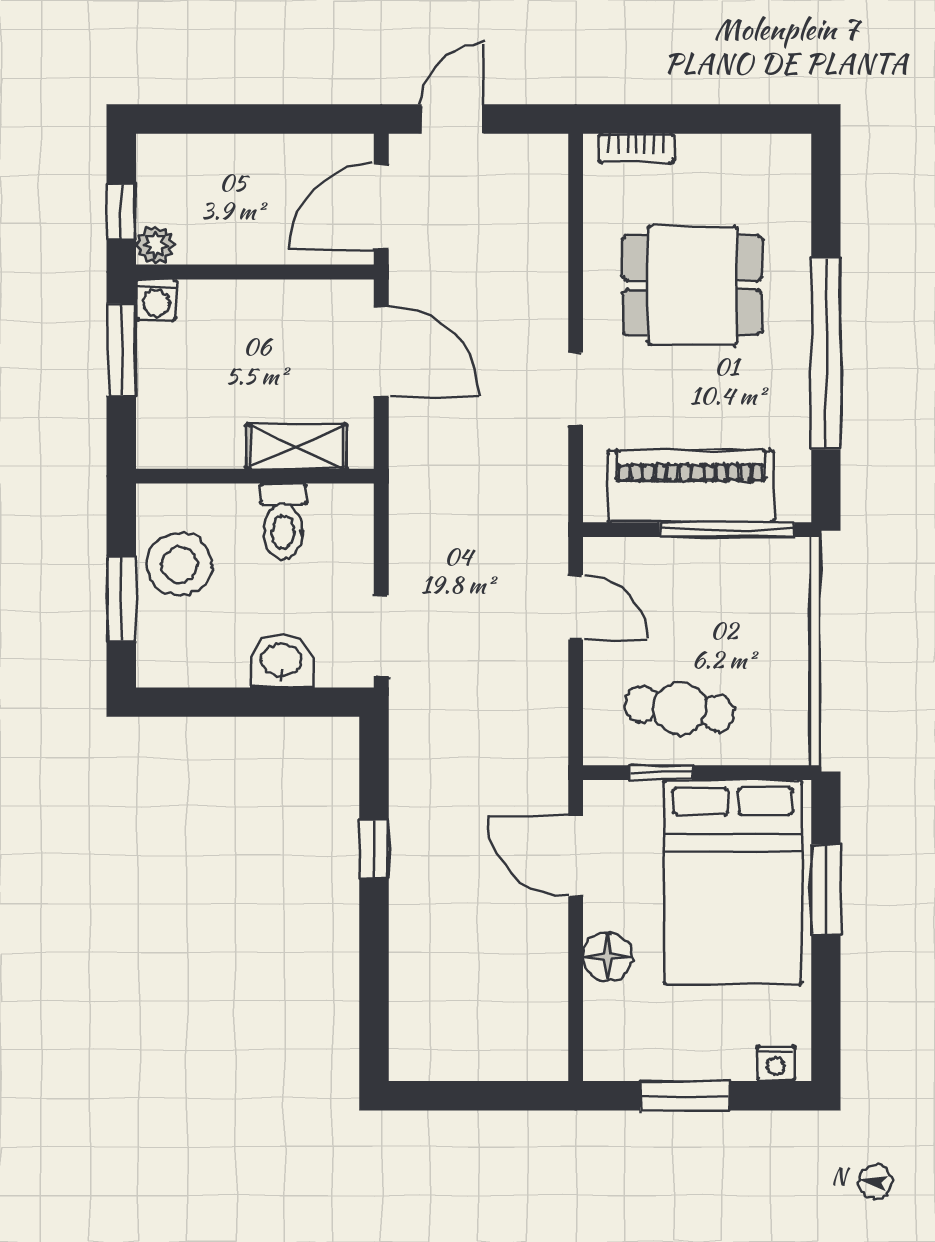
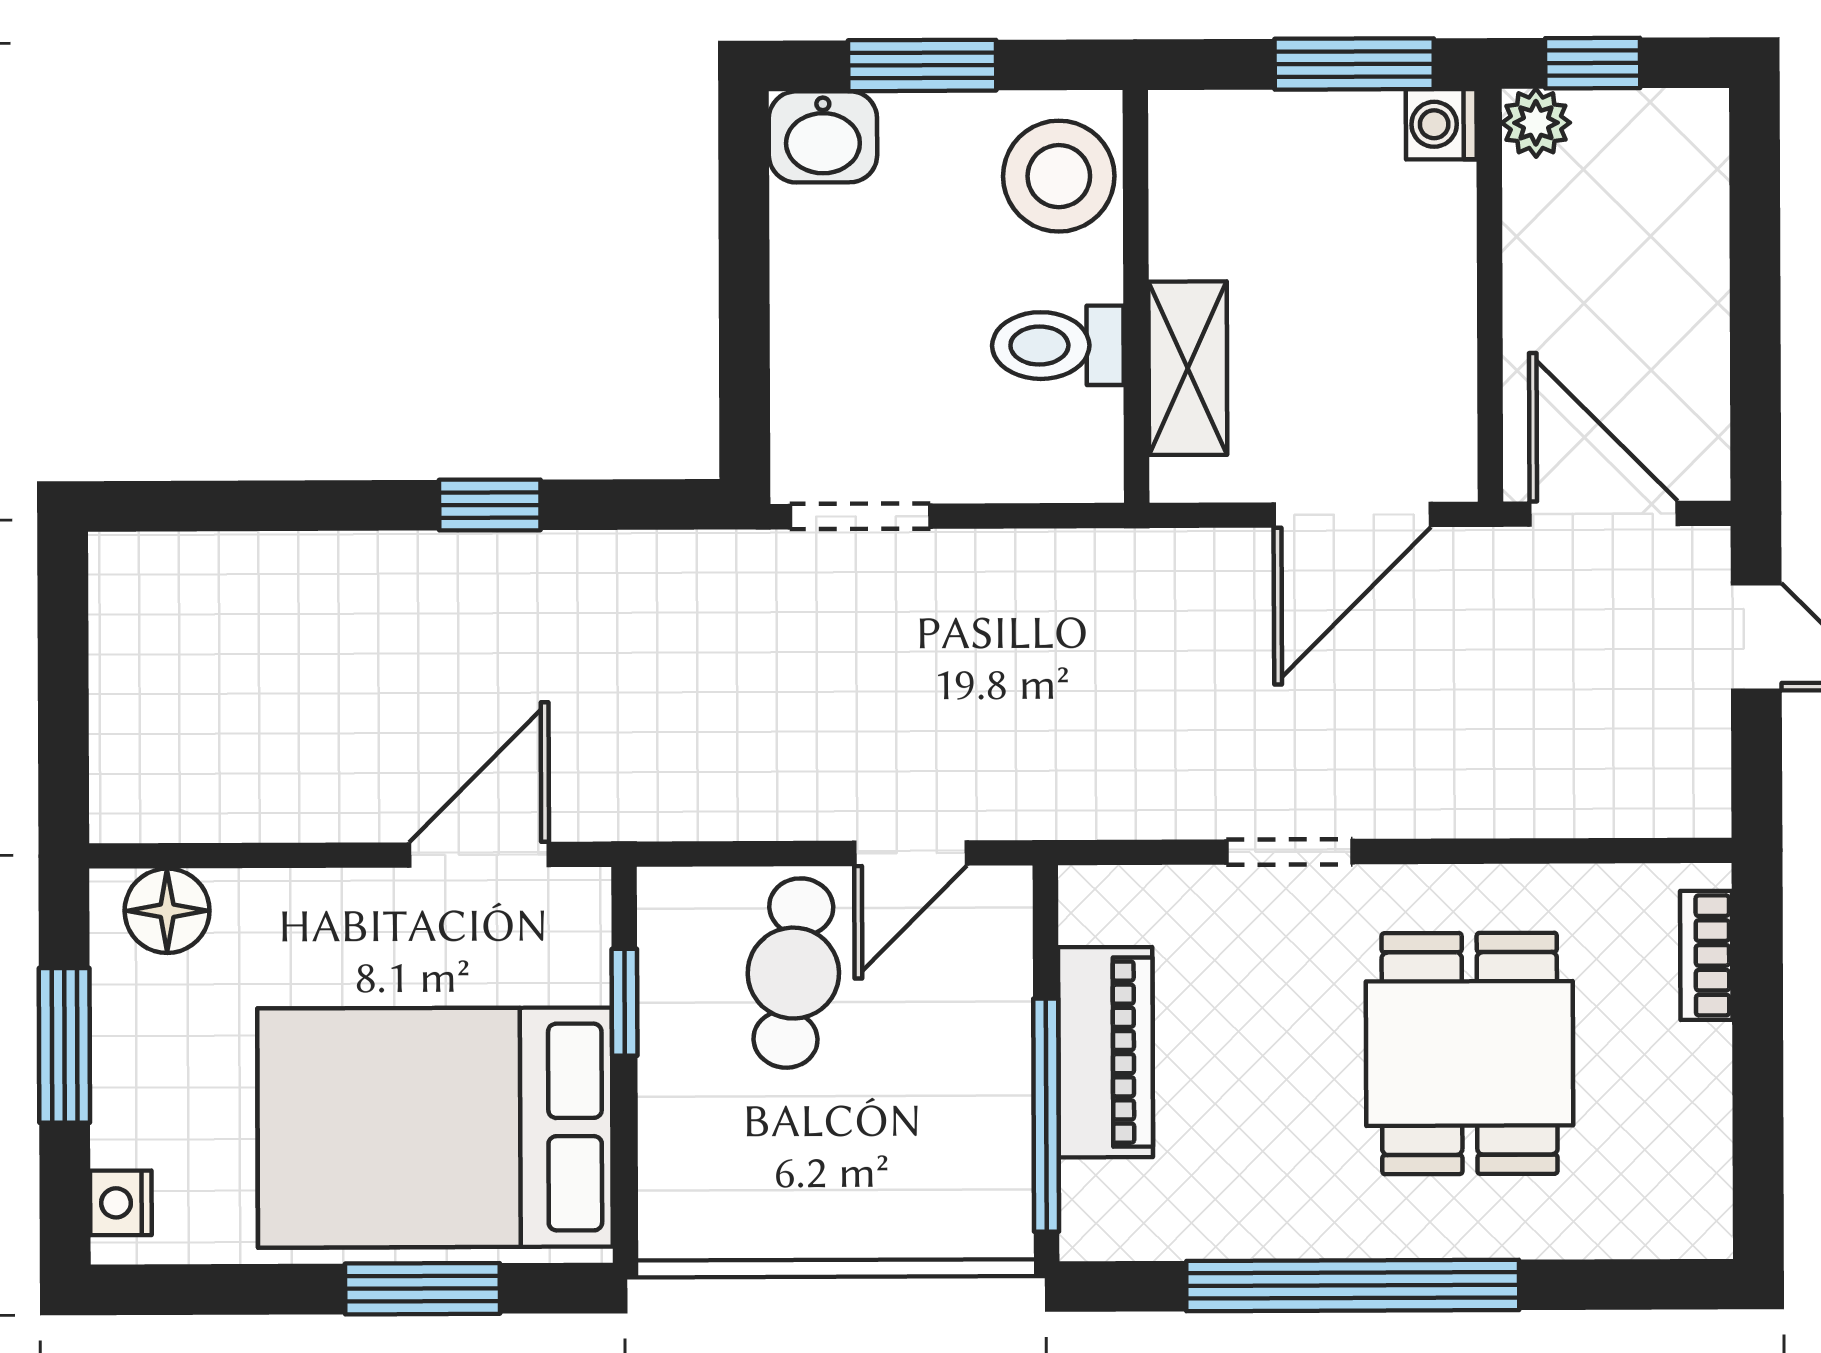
piano: (691, 486) -> (1106, 1052), width x0.73, depth x0.75
stool: (179, 564) -> (1059, 176), moved
washbasin: (281, 661) -> (823, 137), moved, turned 90
cafe table: (679, 709) -> (793, 973), moved
floor lamp: (607, 956) -> (167, 911), moved

